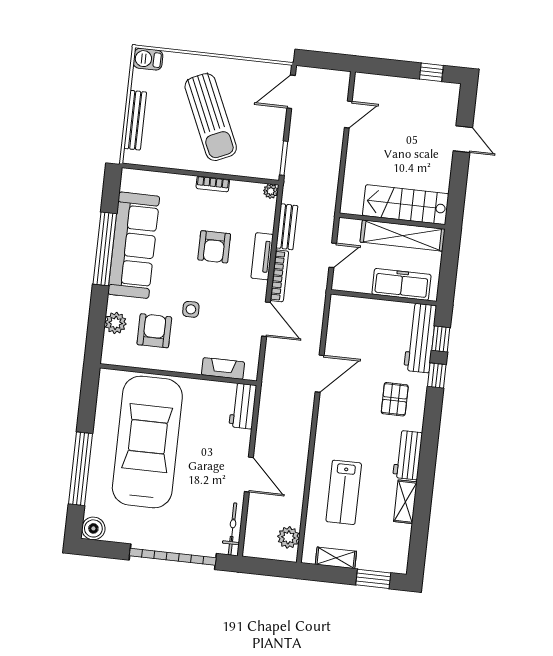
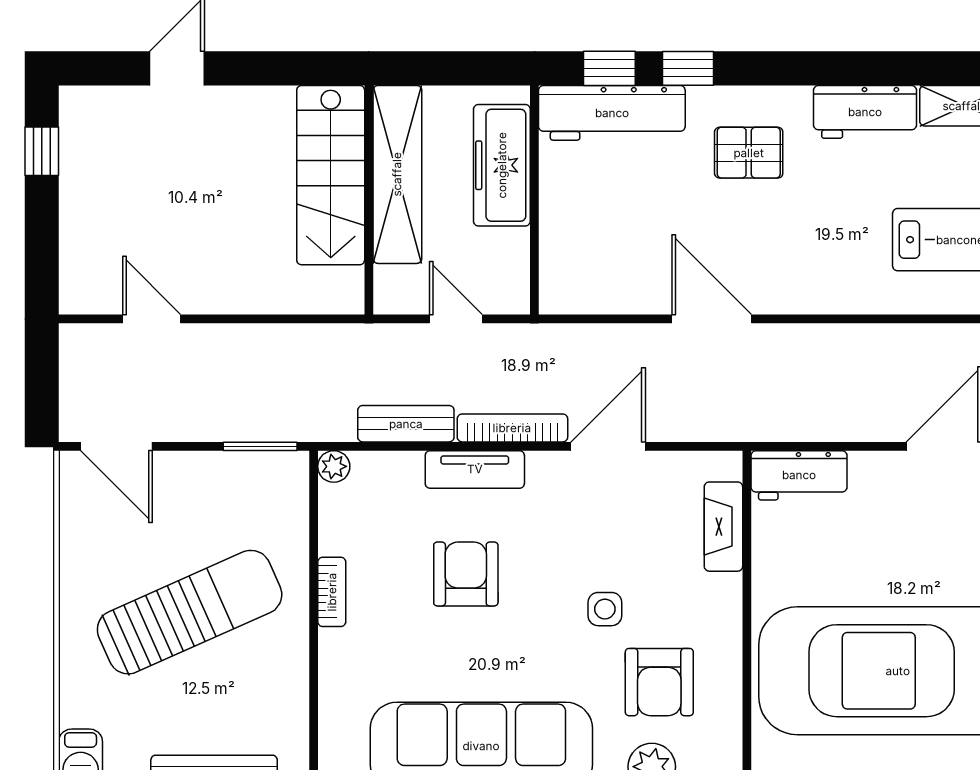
armchair: (214, 247) -> (466, 574), turned -90
armchair: (154, 331) -> (659, 682), turned -90

